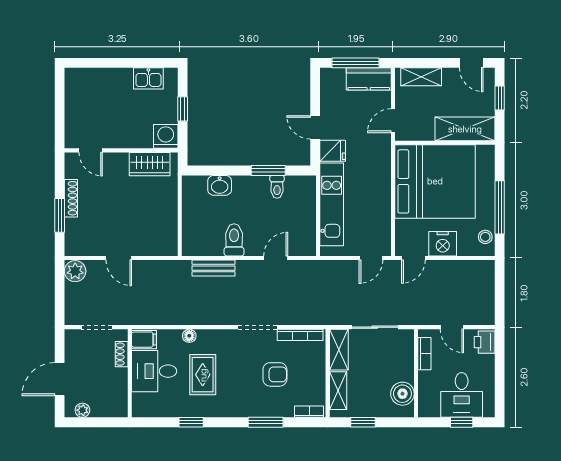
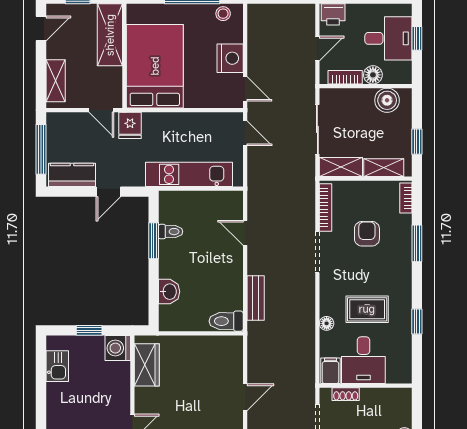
kitchen counter: (369, 79) -> (72, 175), moved, turned -90
fridge: (333, 151) -> (130, 125), moved, turned 180
bed: (435, 181) -> (155, 66), width x0.73
toilet: (234, 240) -> (226, 321), moved
floor lamp: (427, 380) -> (373, 75), added

